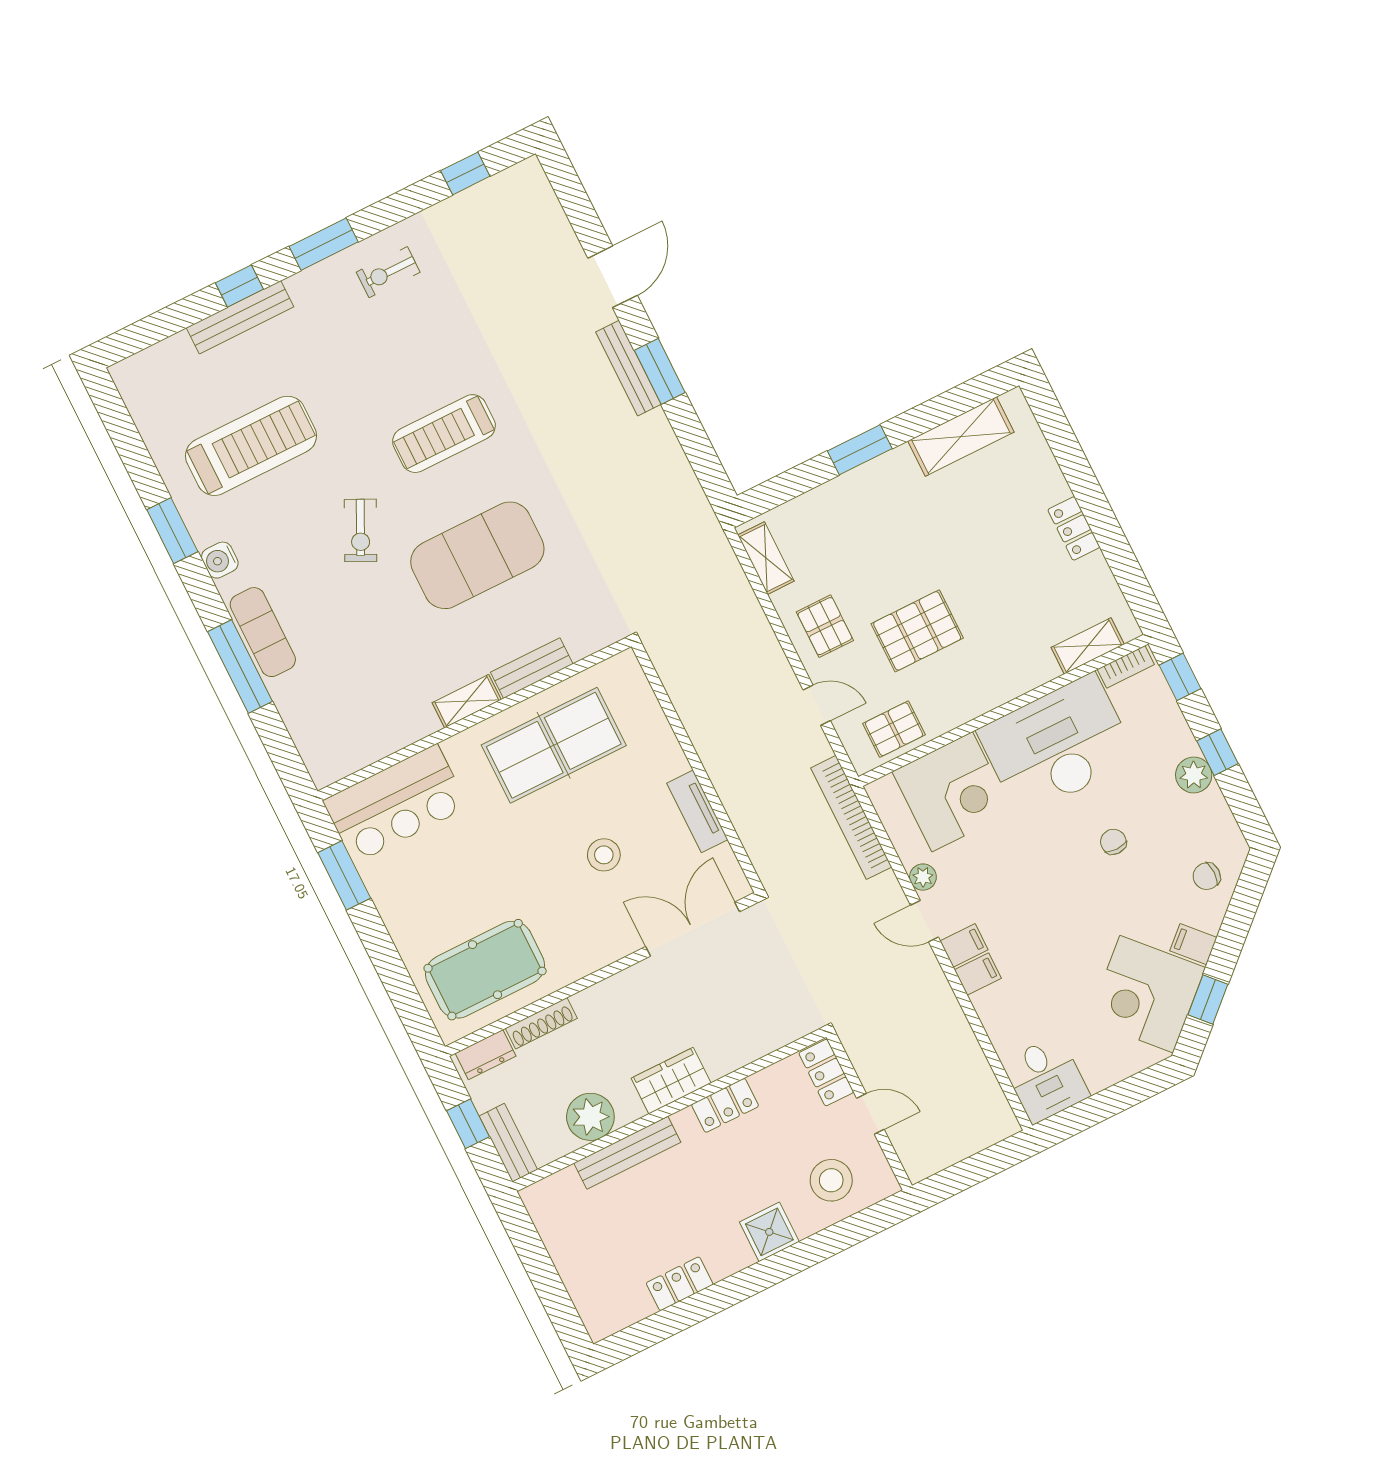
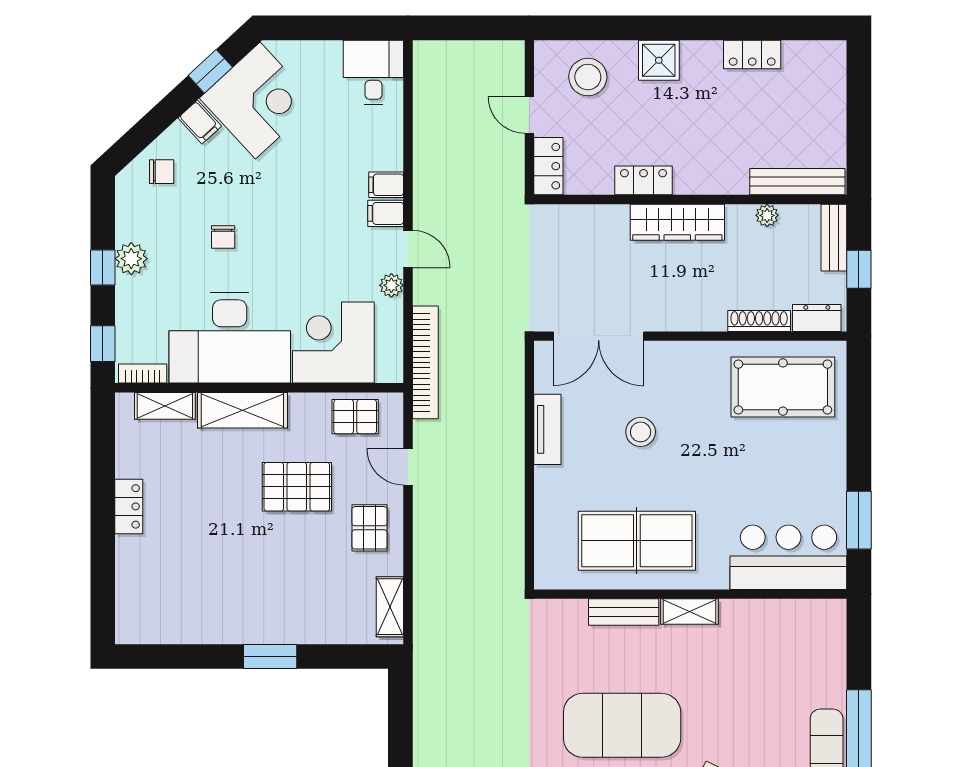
shelving: (961, 437) -> (242, 410), moved
wardrobe: (671, 1081) -> (677, 222), width x1.50
plant: (590, 1117) -> (767, 215), width x0.53, depth x0.53
bench: (627, 1153) -> (797, 182), moved

